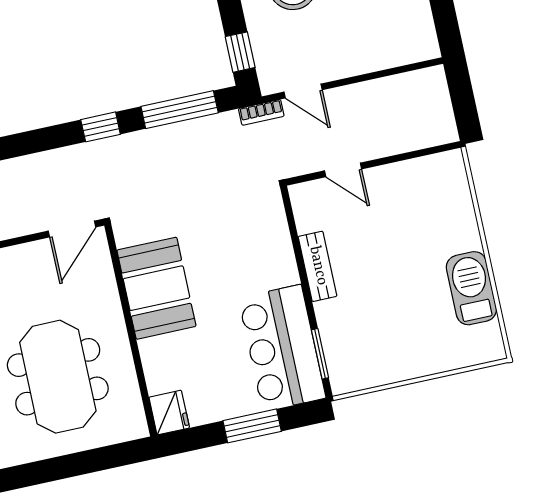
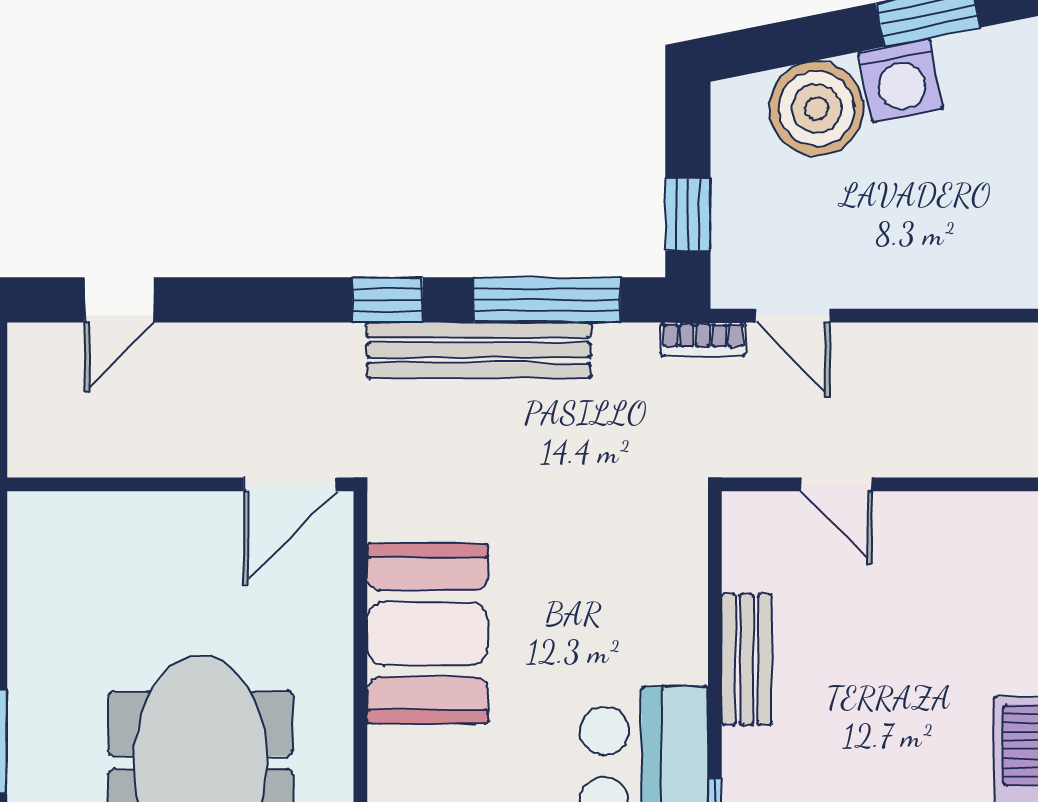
bench: (151, 142) -> (479, 350), added

